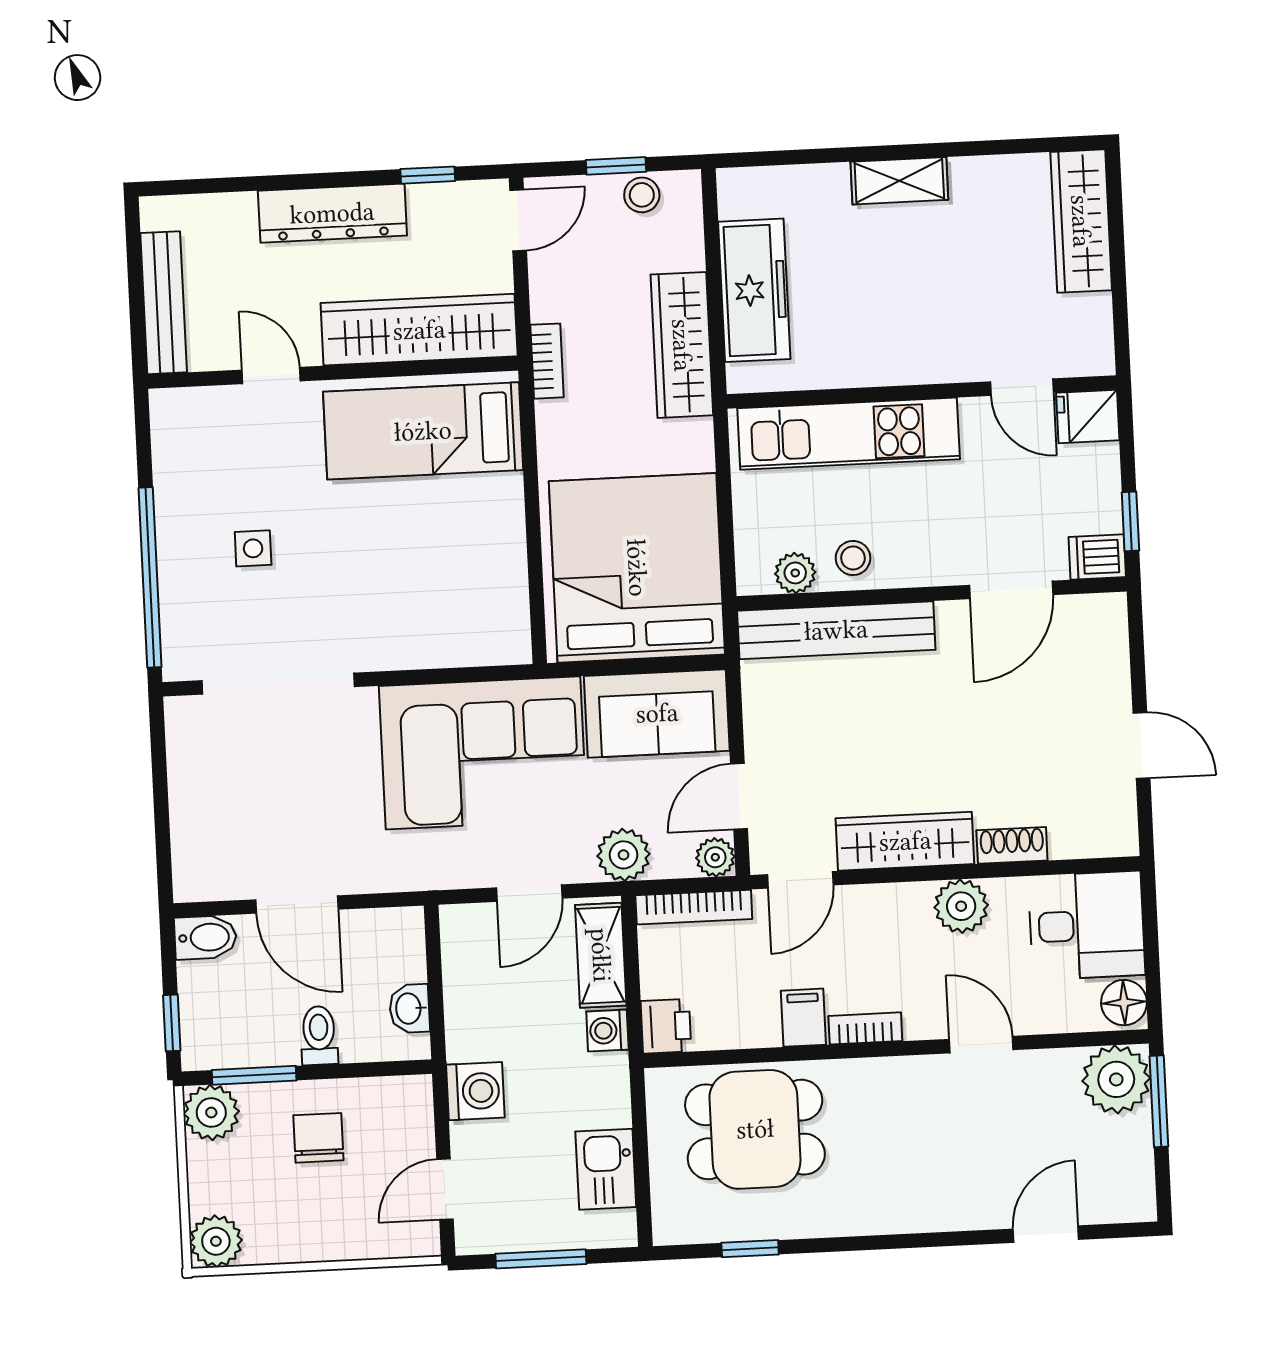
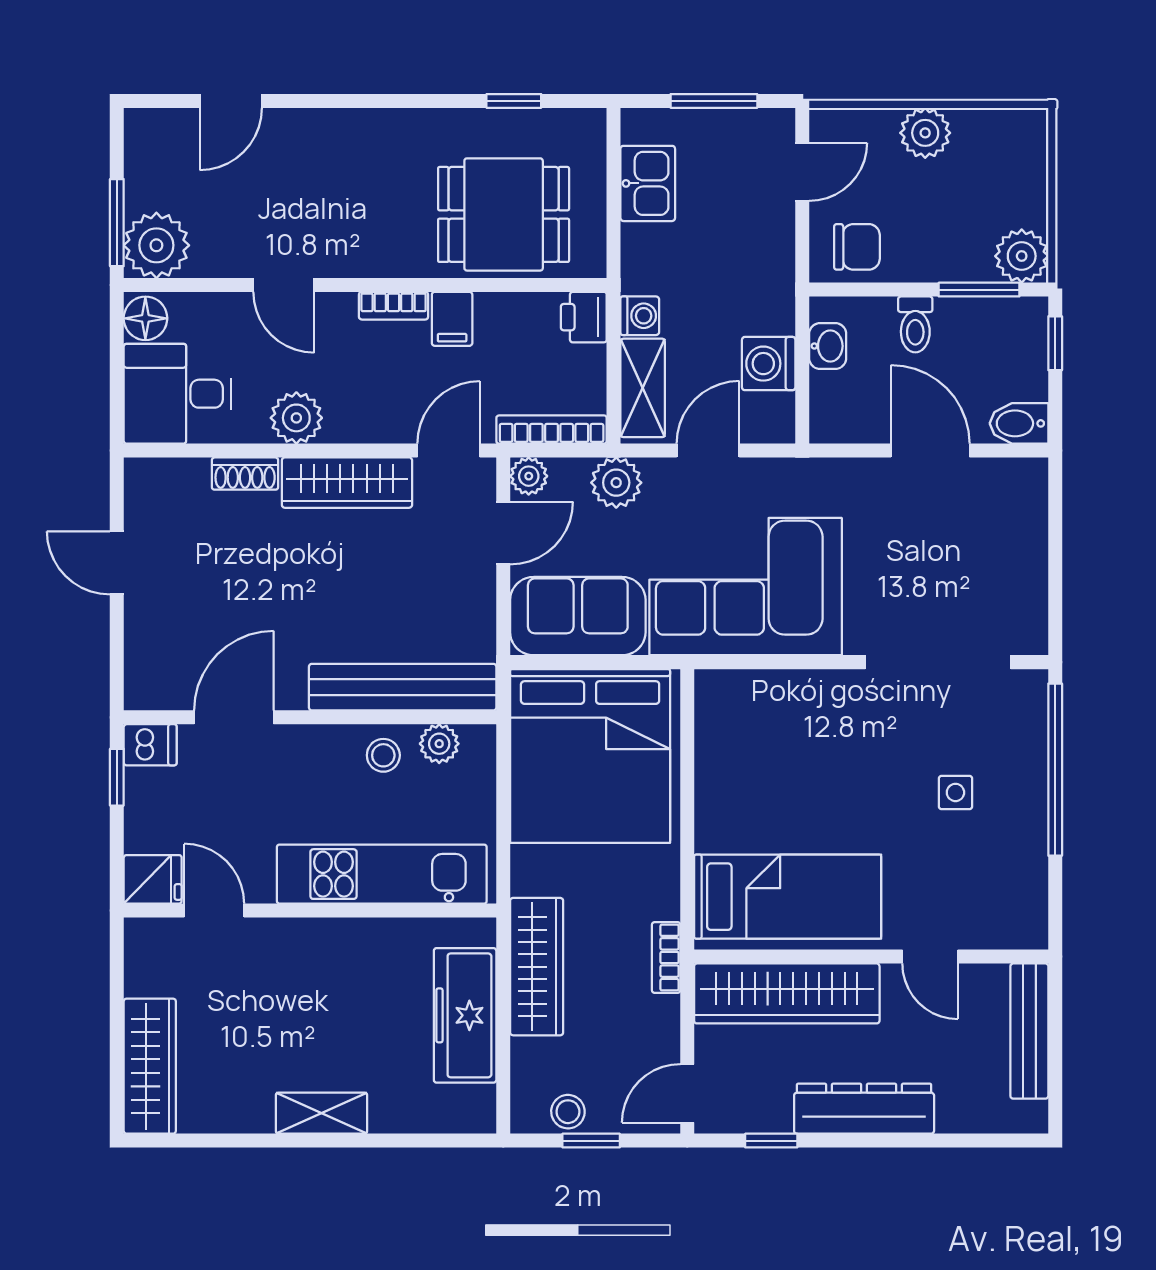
washing machine: (475, 1091) -> (769, 364), moved
chair: (318, 1138) -> (857, 247), moved, turned -90
plant: (216, 1241) -> (925, 133), moved

